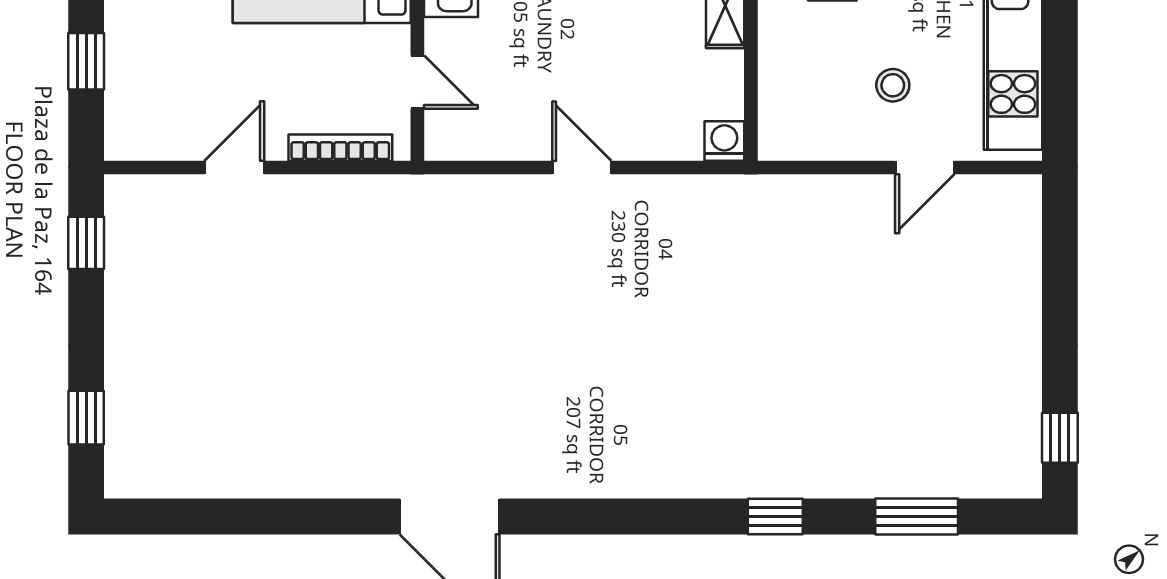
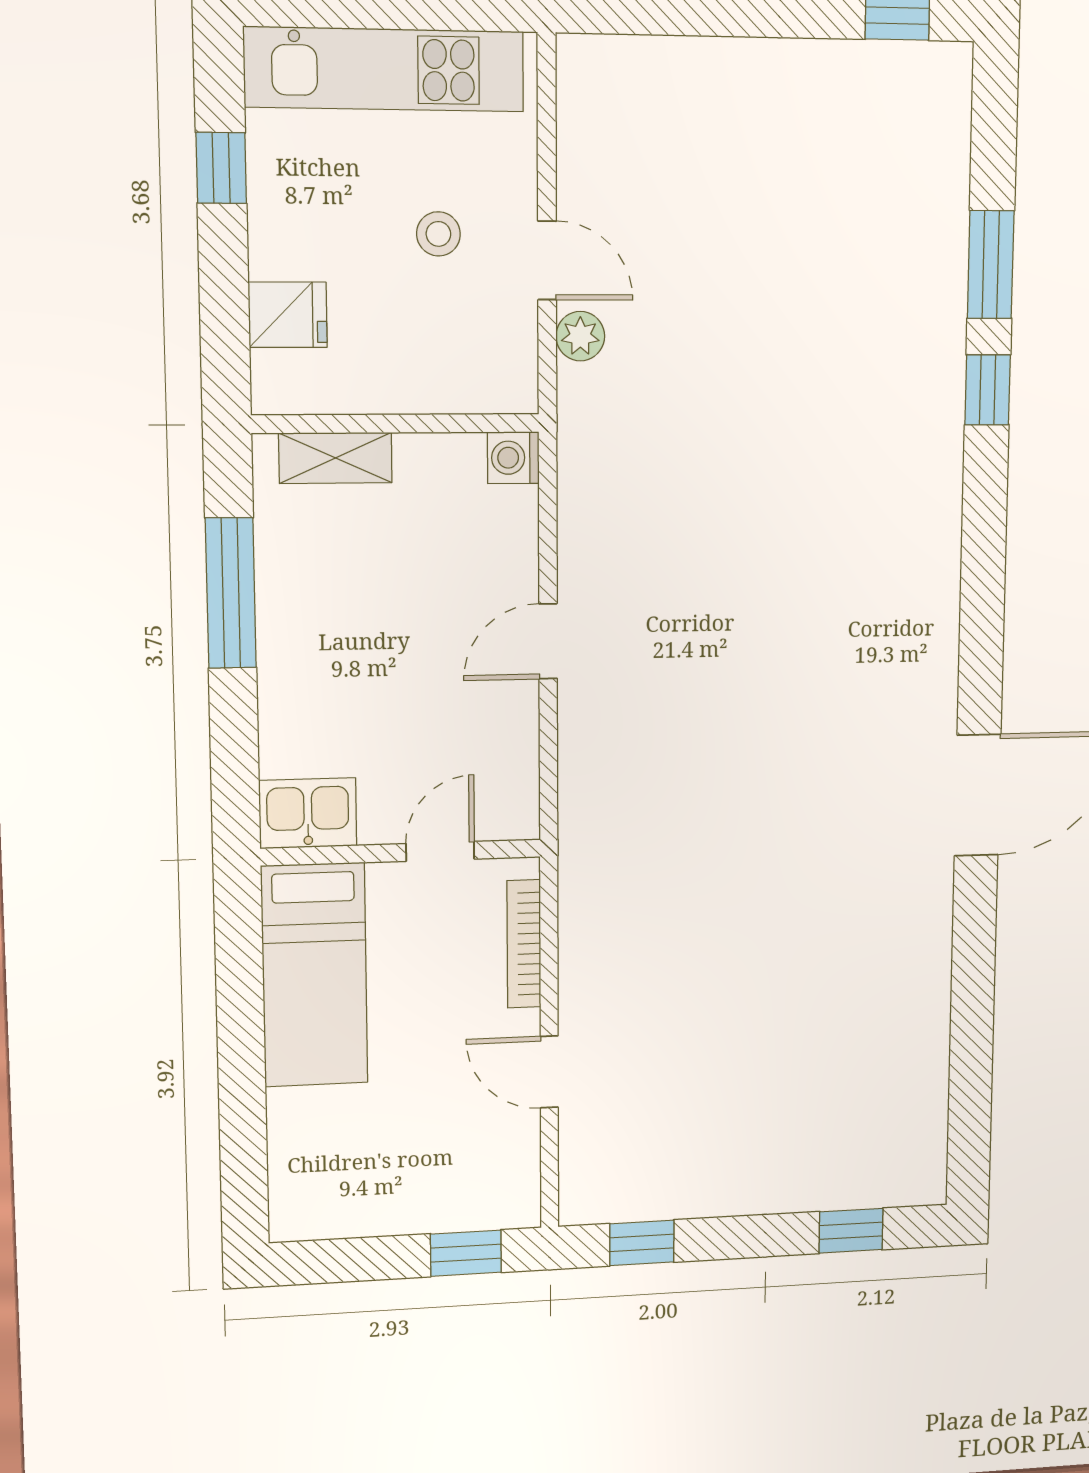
window: (86, 61) -> (466, 1253), moved
door: (925, 167) -> (547, 260), moved
plant: (817, 193) -> (580, 336), added
window: (917, 517) -> (991, 265), moved

